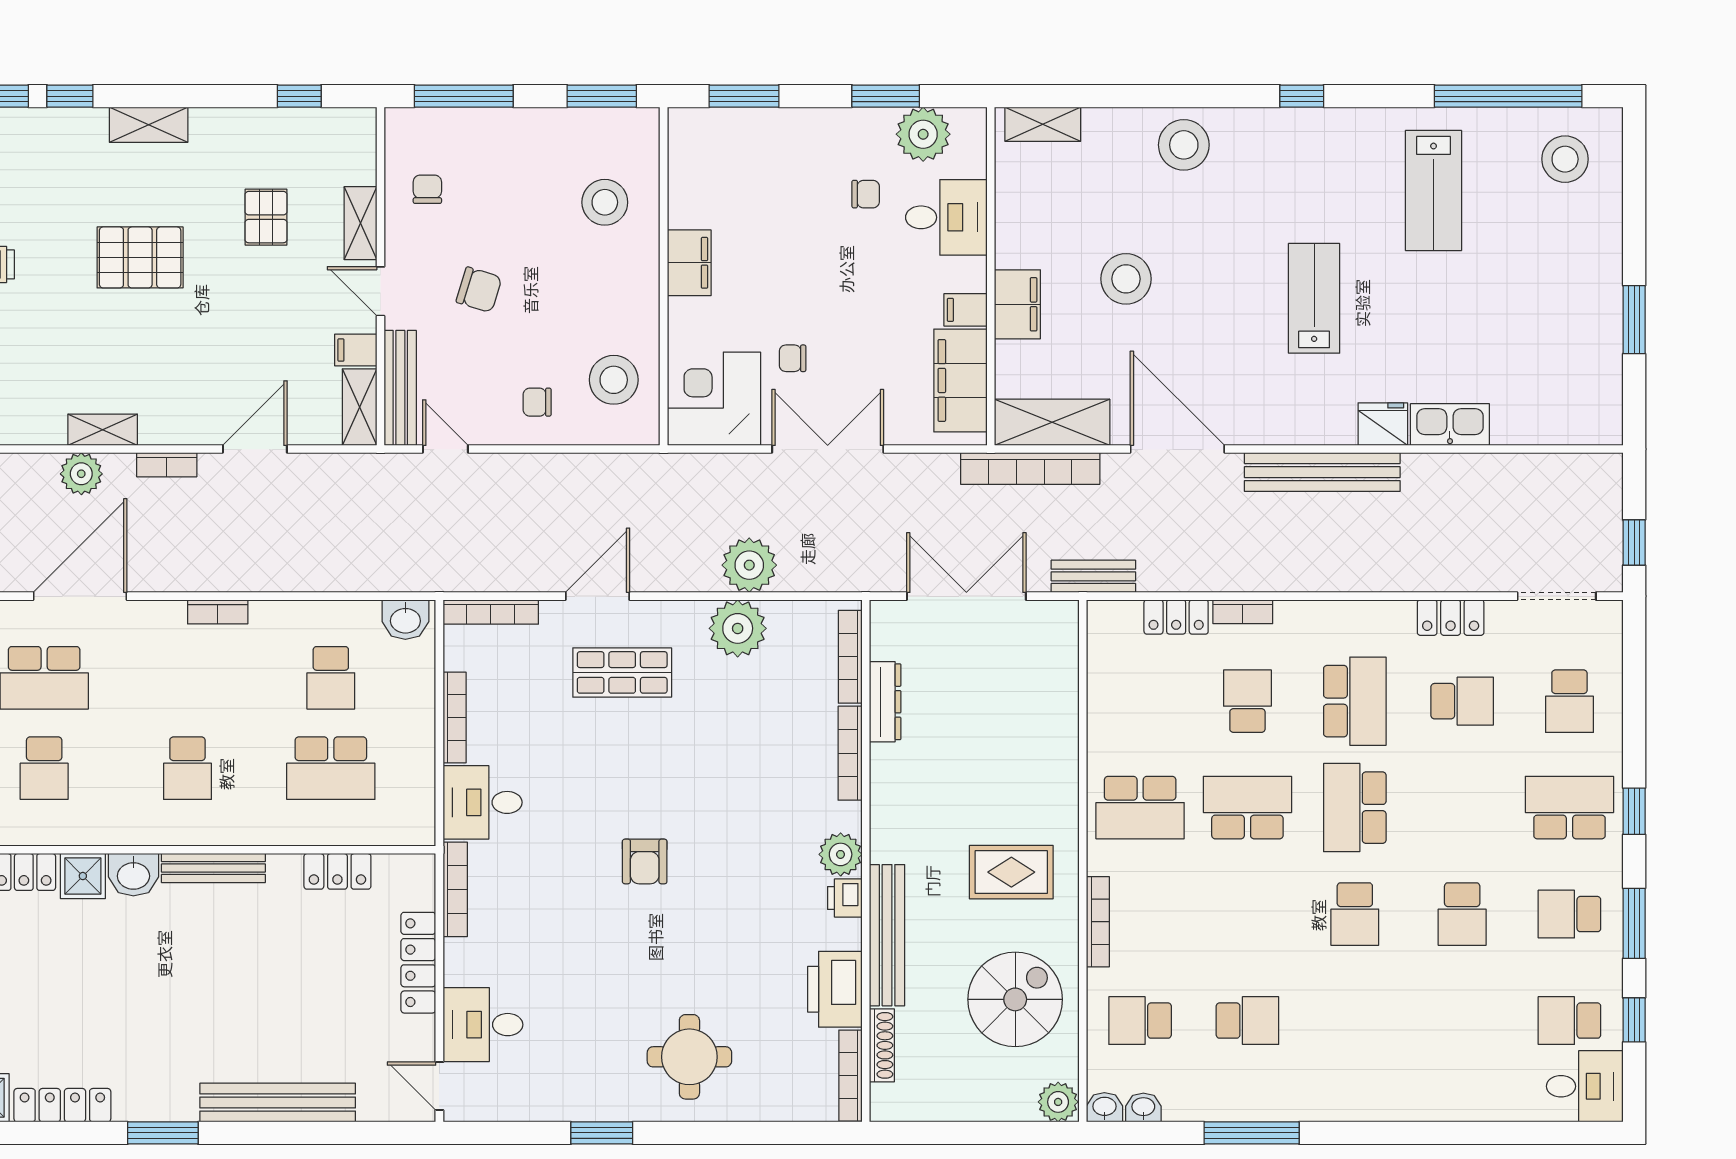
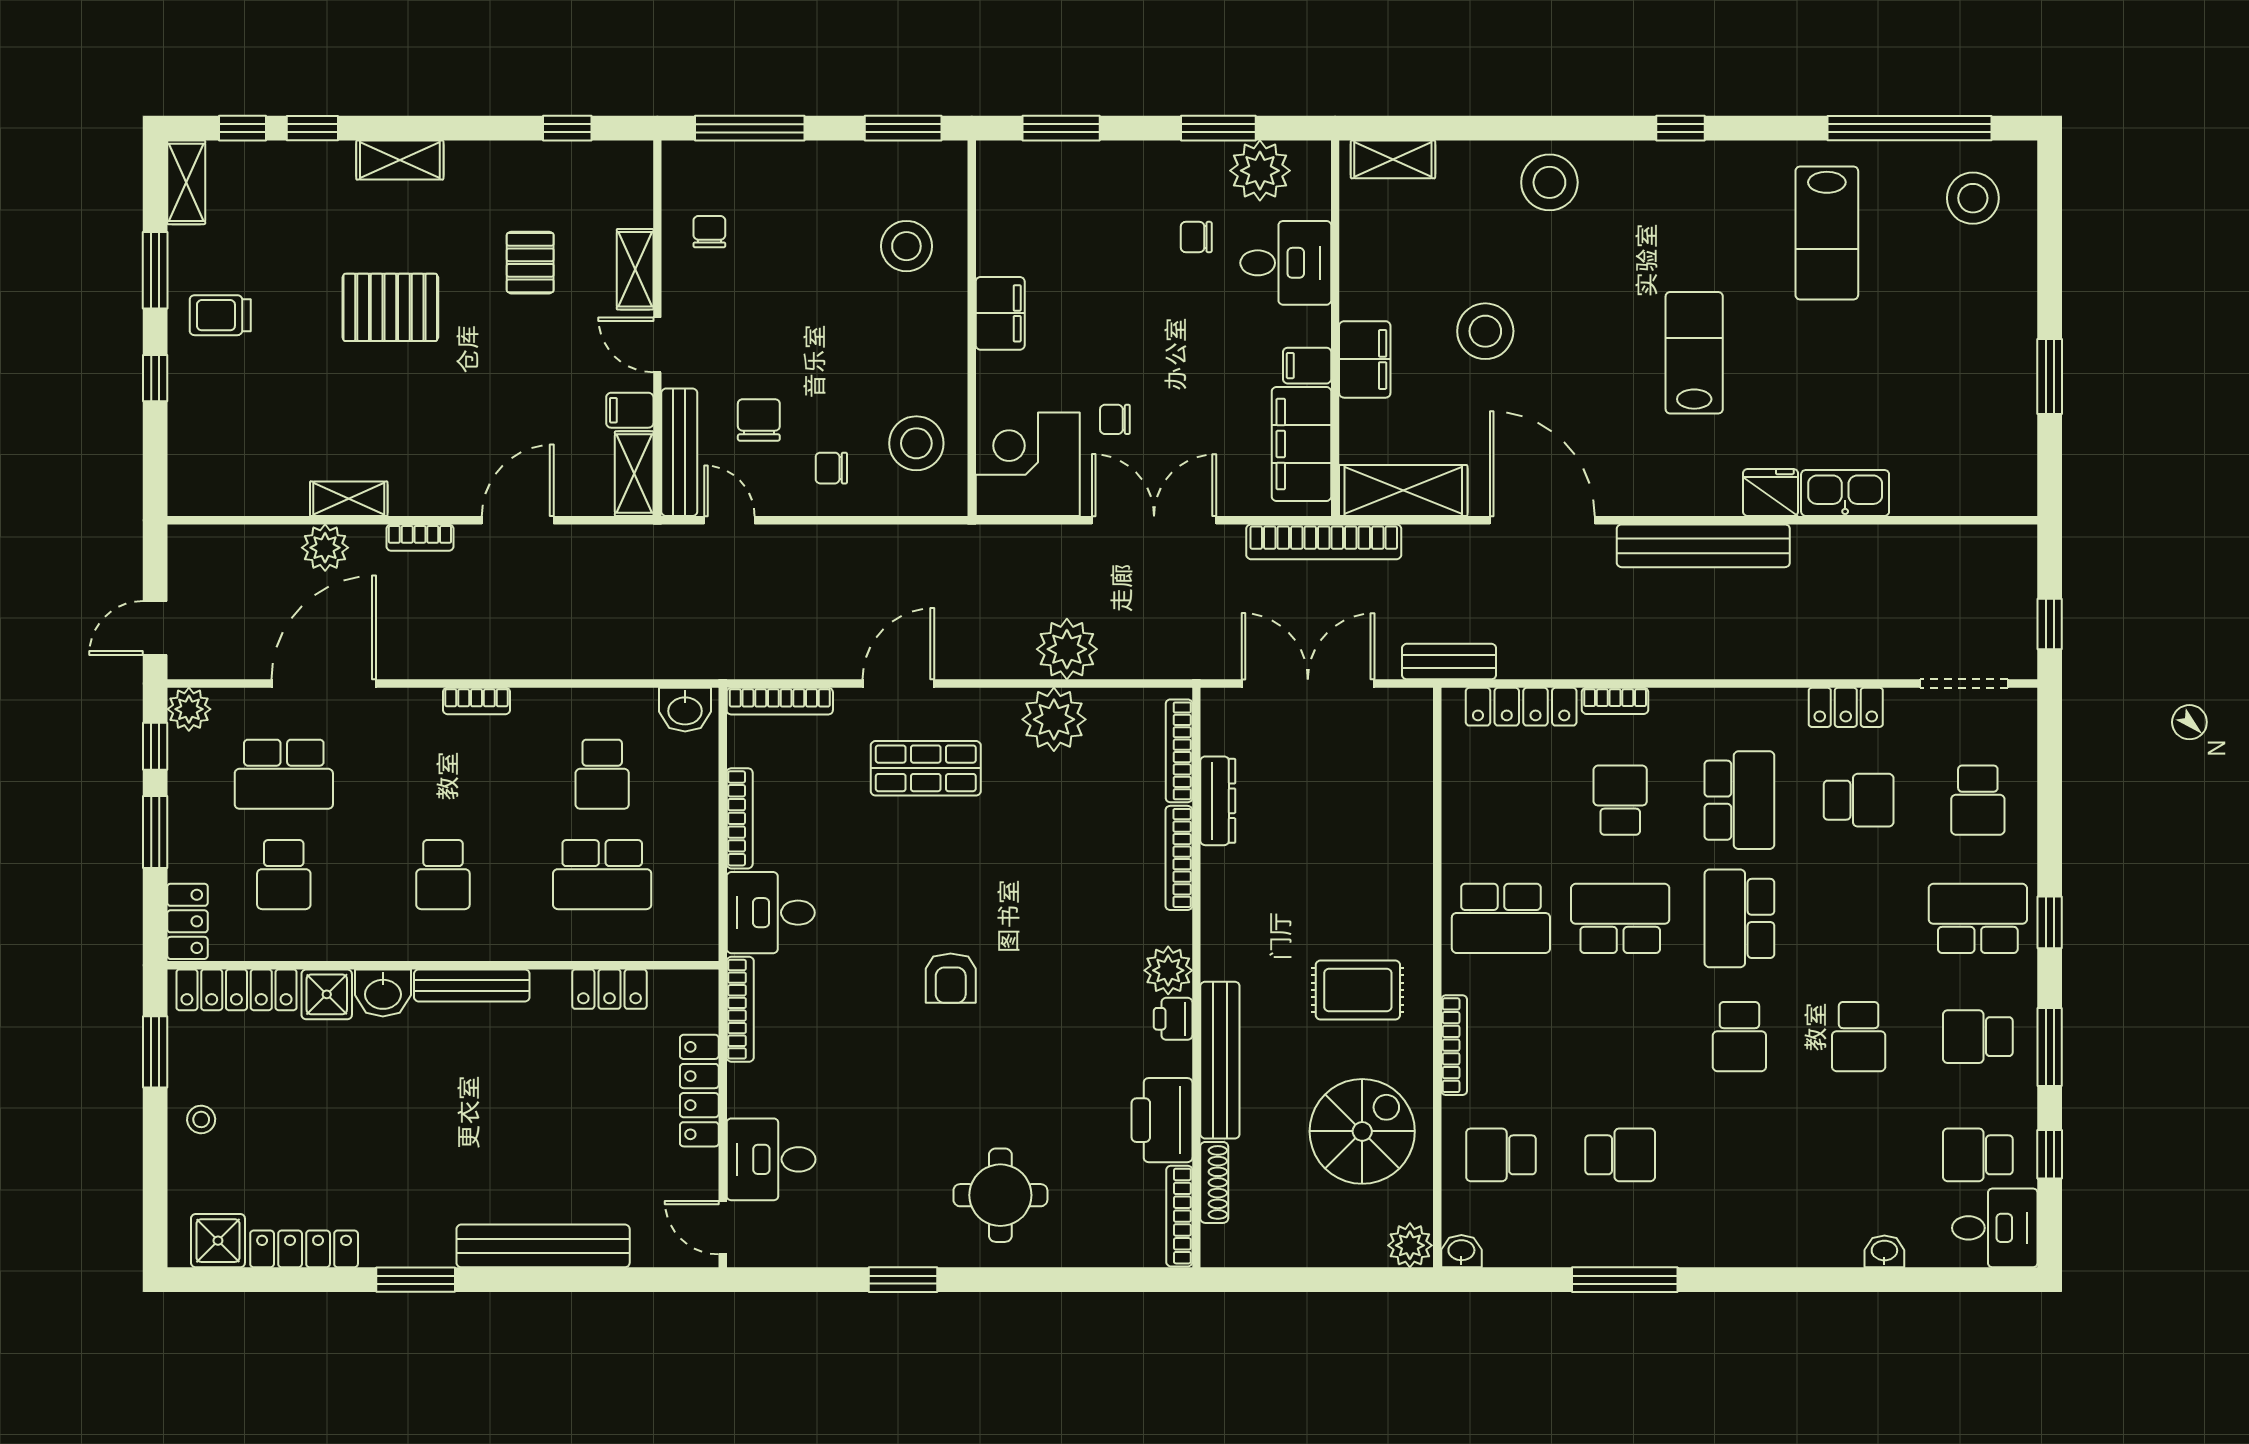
chair: (866, 194) -> (1196, 237), turned 180
chair: (479, 290) -> (759, 420), moved, turned -107
bookcase: (1030, 469) -> (1324, 542), moved
locker: (1176, 617) -> (1521, 707), width x1.53
washbasin: (1143, 1107) -> (1884, 1251), moved

